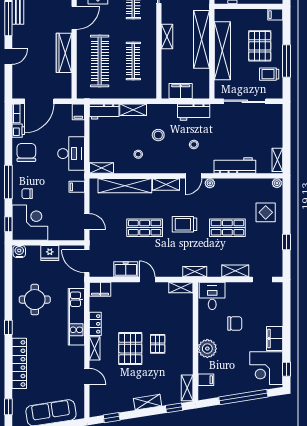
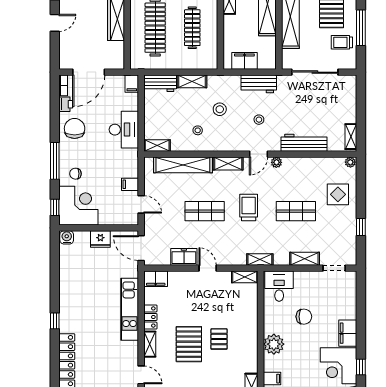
filing cabinet: (77, 187) -> (130, 184), moved
trolley: (185, 224) -> (249, 207), turned 90
round table: (35, 300) -> (84, 290), removed

